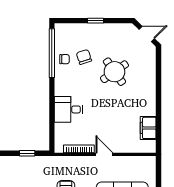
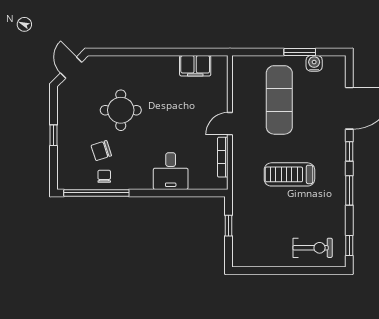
round table: (114, 72) -> (121, 110), turned 35

